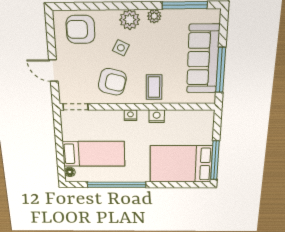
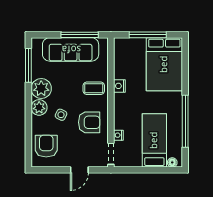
plant: (154, 16) -> (41, 88), width x1.88, depth x1.88
armchair: (80, 29) -> (46, 146), turned 180
armchair: (112, 82) -> (89, 122), turned 76
nightstand: (130, 115) -> (118, 135), moved
window: (215, 160) -> (148, 35), moved

